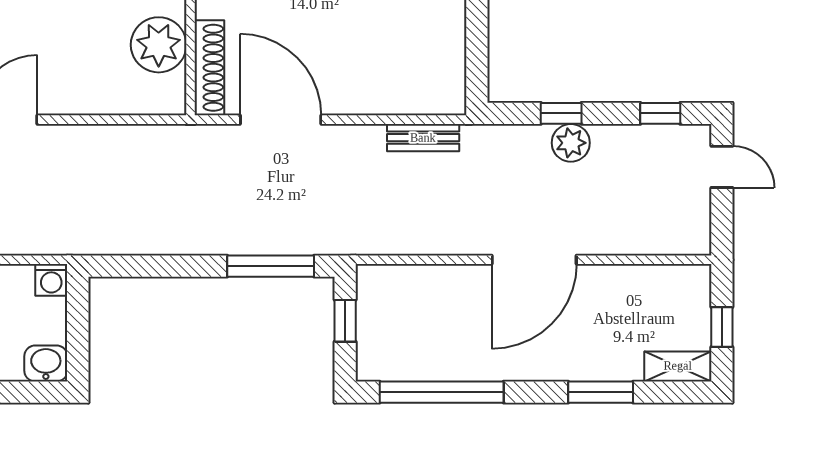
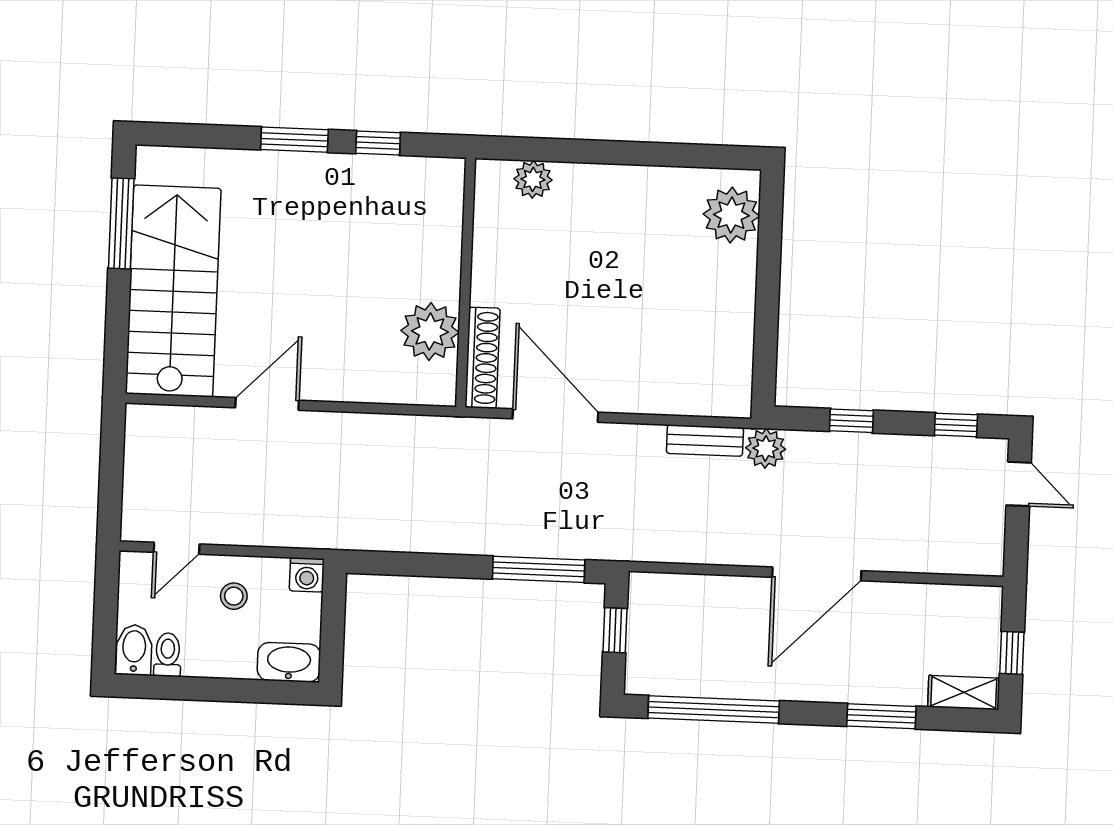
plant: (571, 143) -> (766, 448), moved
washbasin: (46, 363) -> (289, 662), width x1.38

